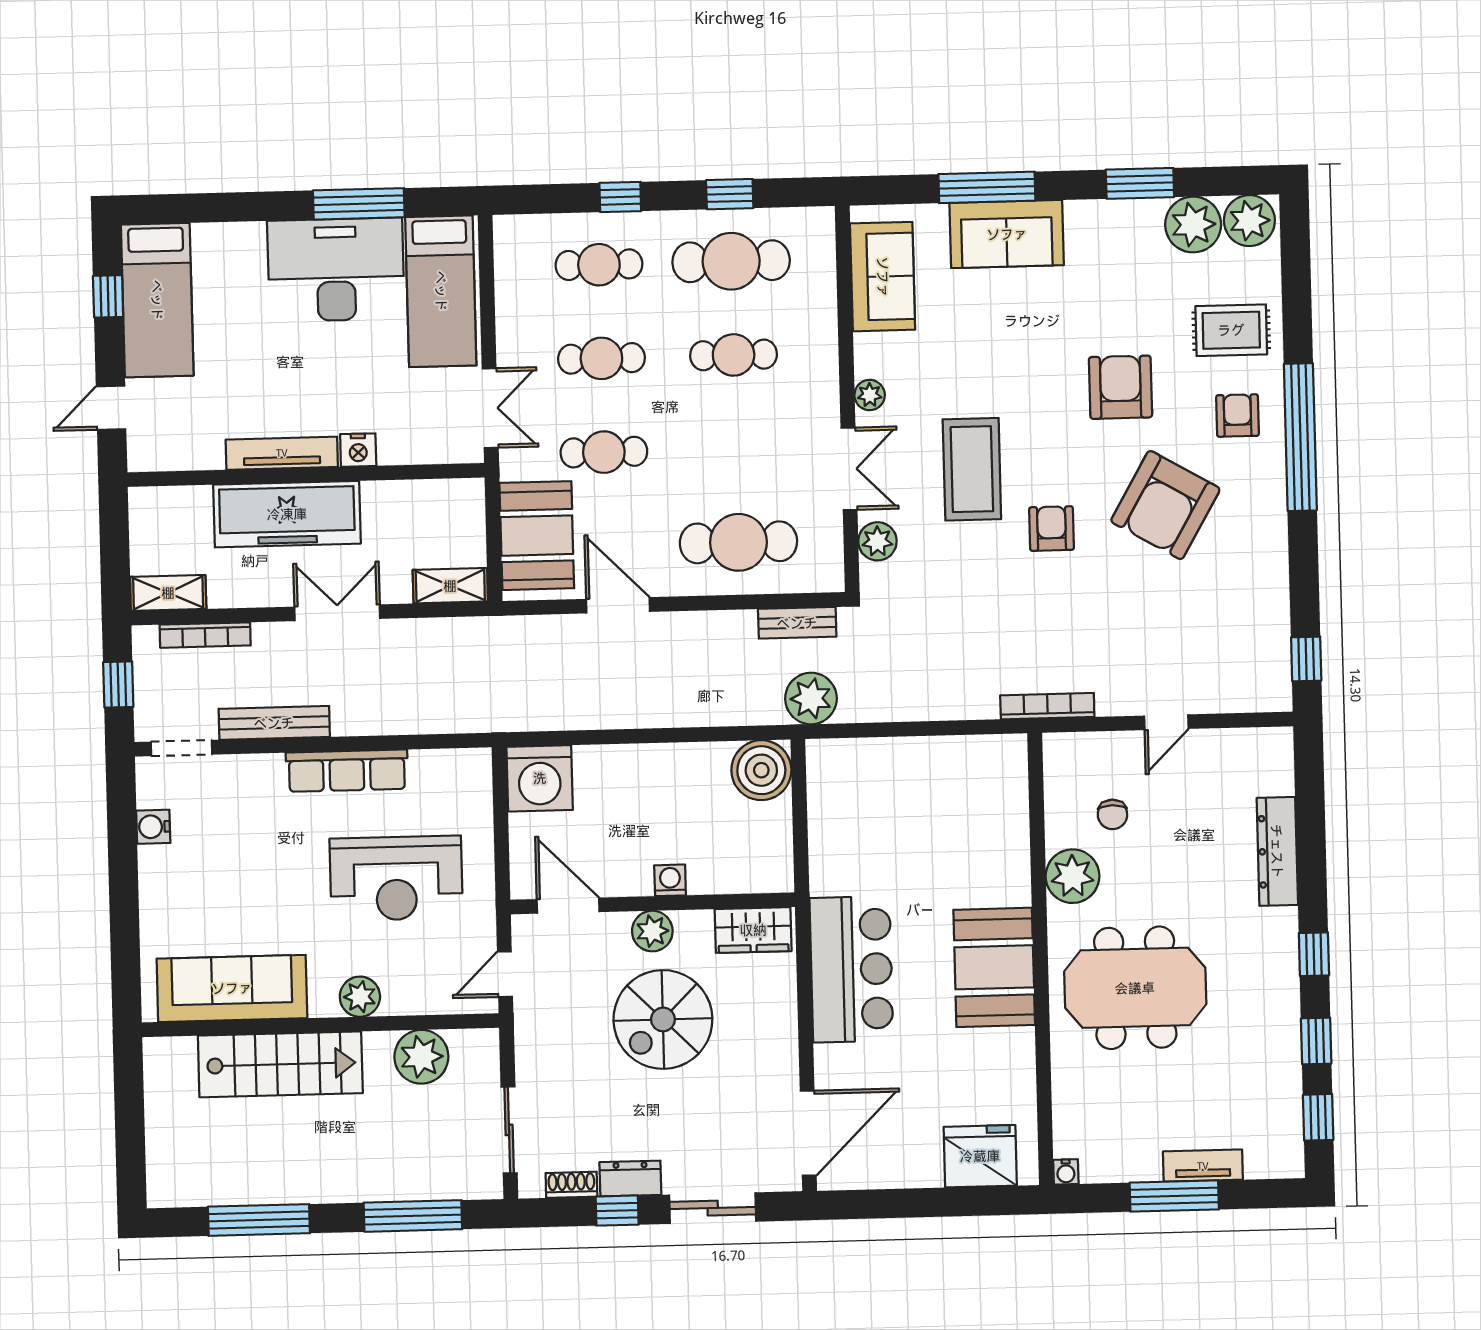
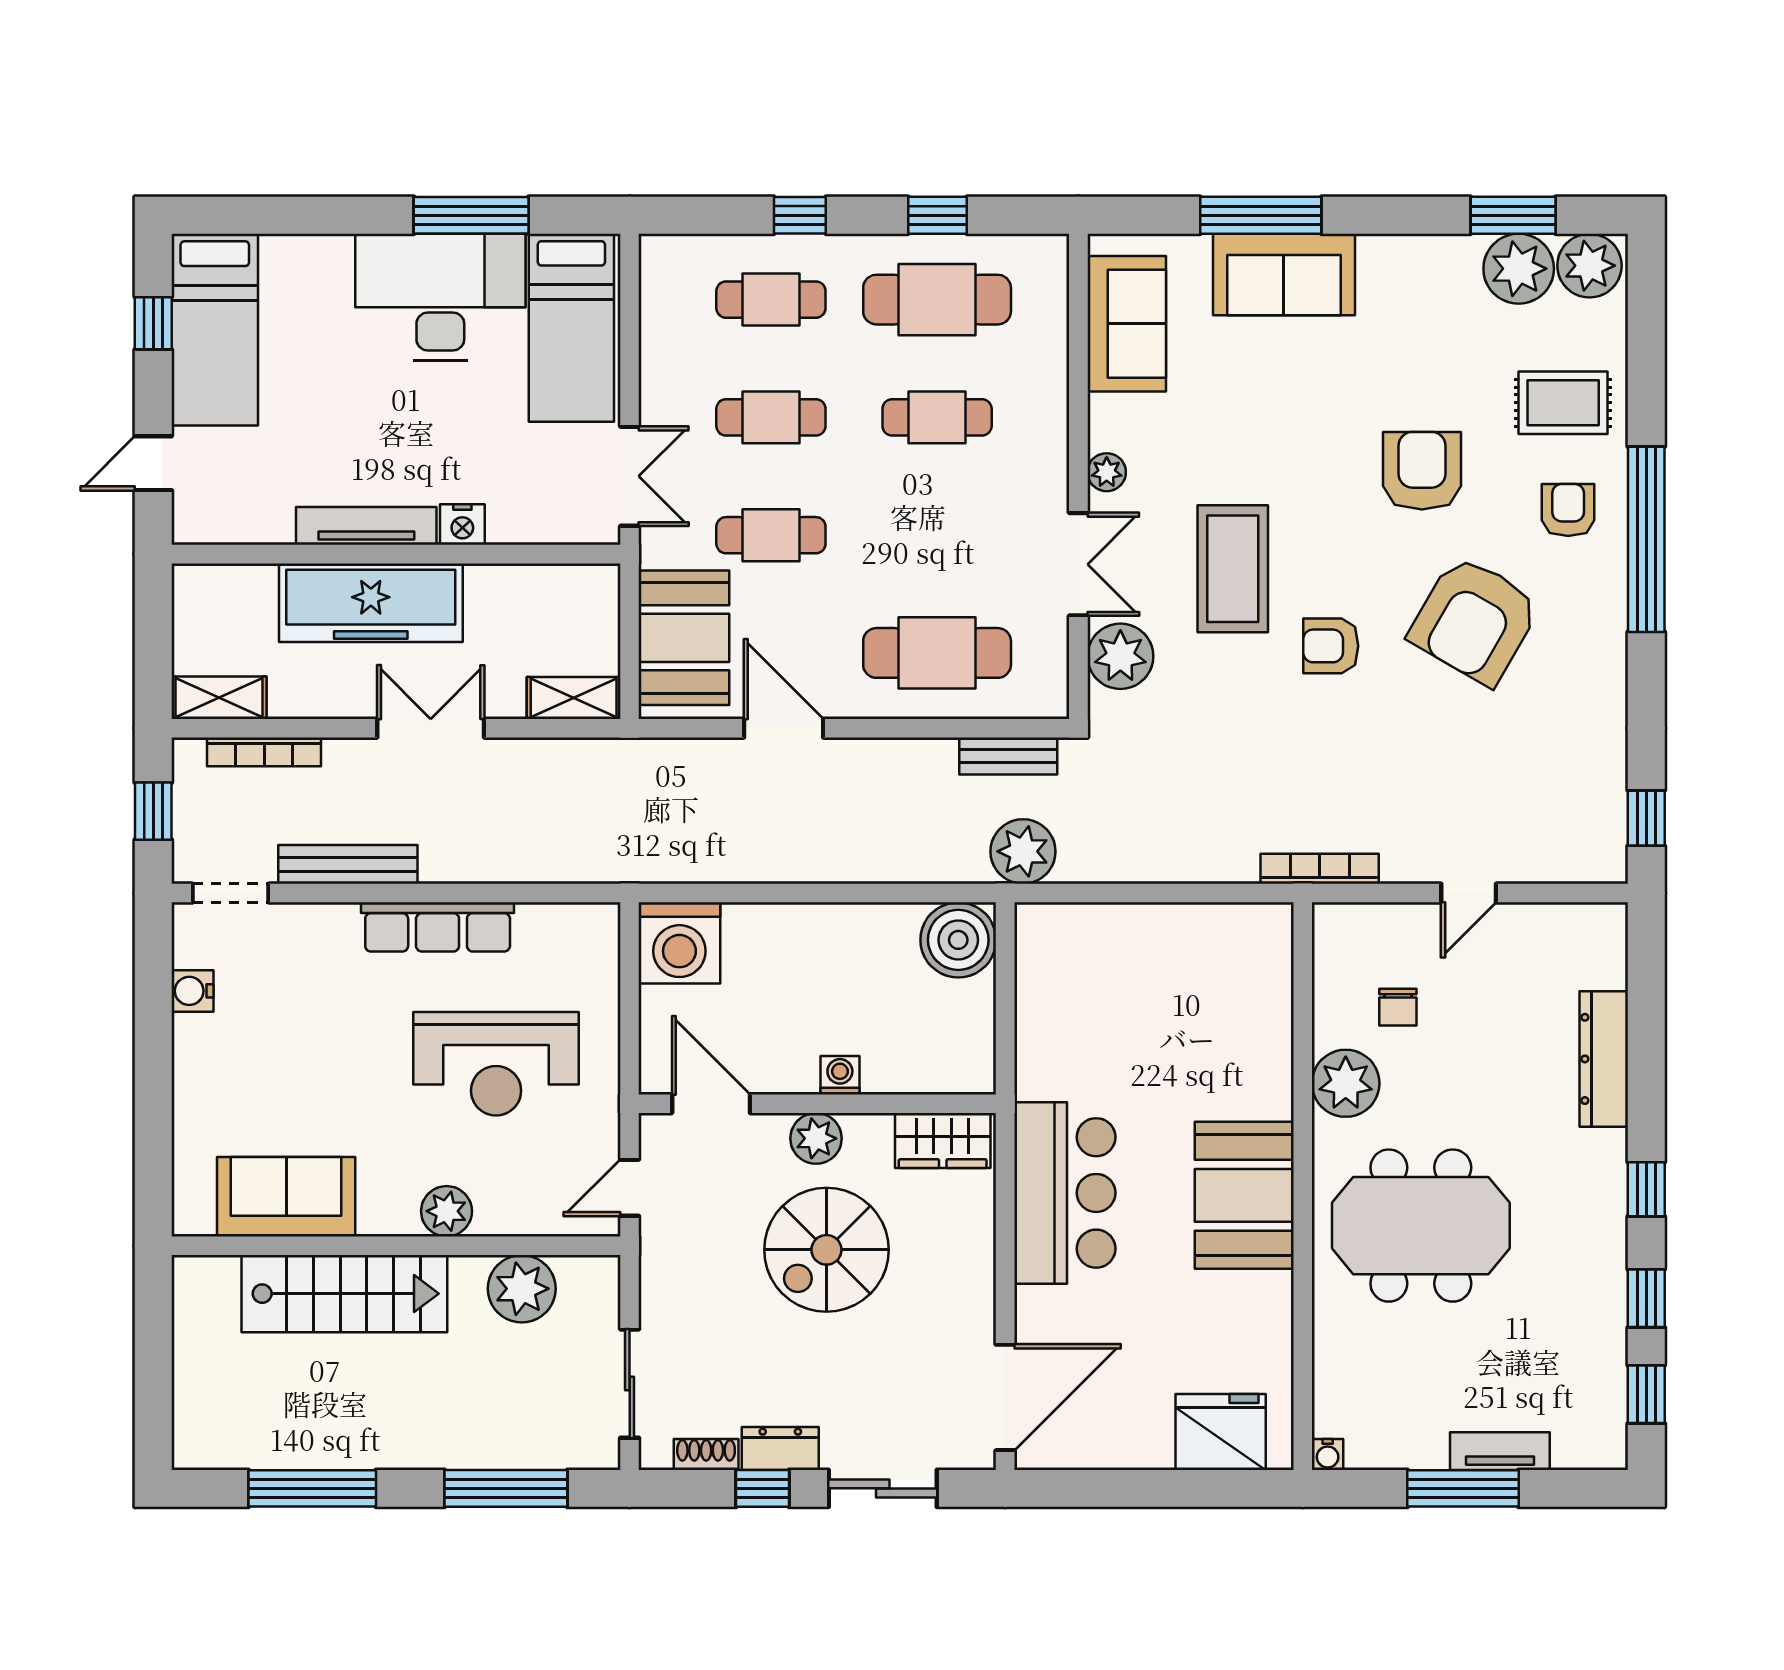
window: (1140, 183) -> (1513, 215), moved
armchair: (1052, 529) -> (1331, 646), turned -90
plant: (877, 541) -> (1120, 656), width x1.36, depth x1.36
sofa: (232, 988) -> (286, 1197), width x0.73

